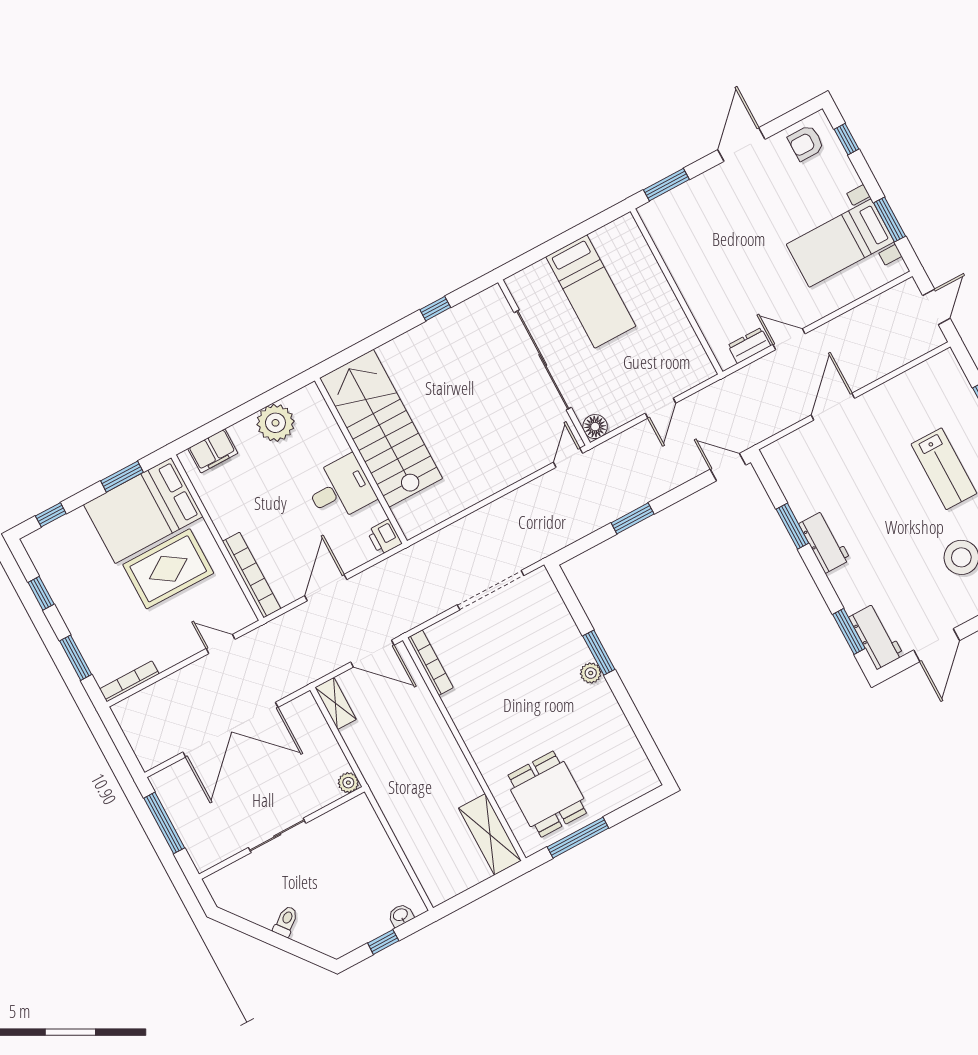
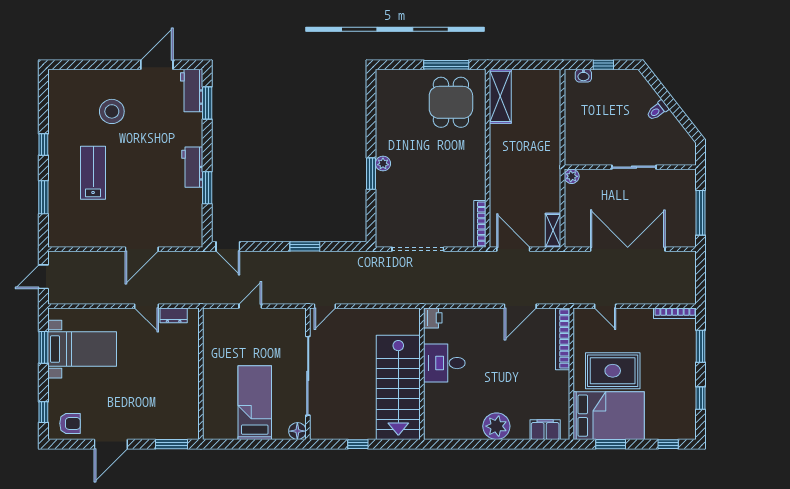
floor lamp: (595, 427) -> (297, 431), moved
stairs: (381, 428) -> (398, 387), moved
wall: (361, 461) -> (422, 374), moved
desk: (340, 489) -> (444, 363), moved
printer: (384, 537) -> (433, 318), moved

